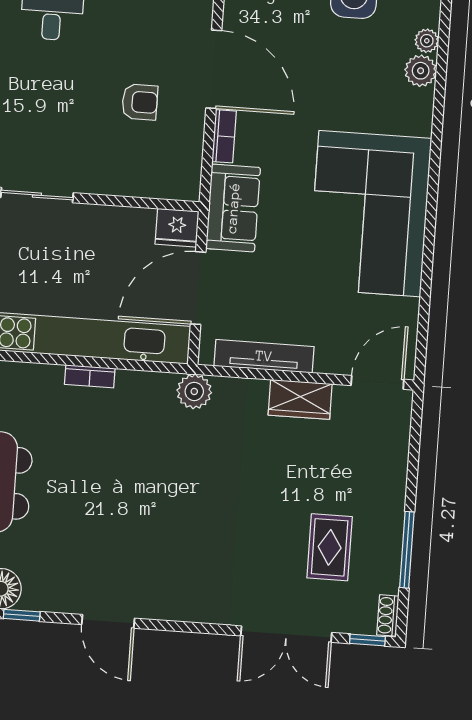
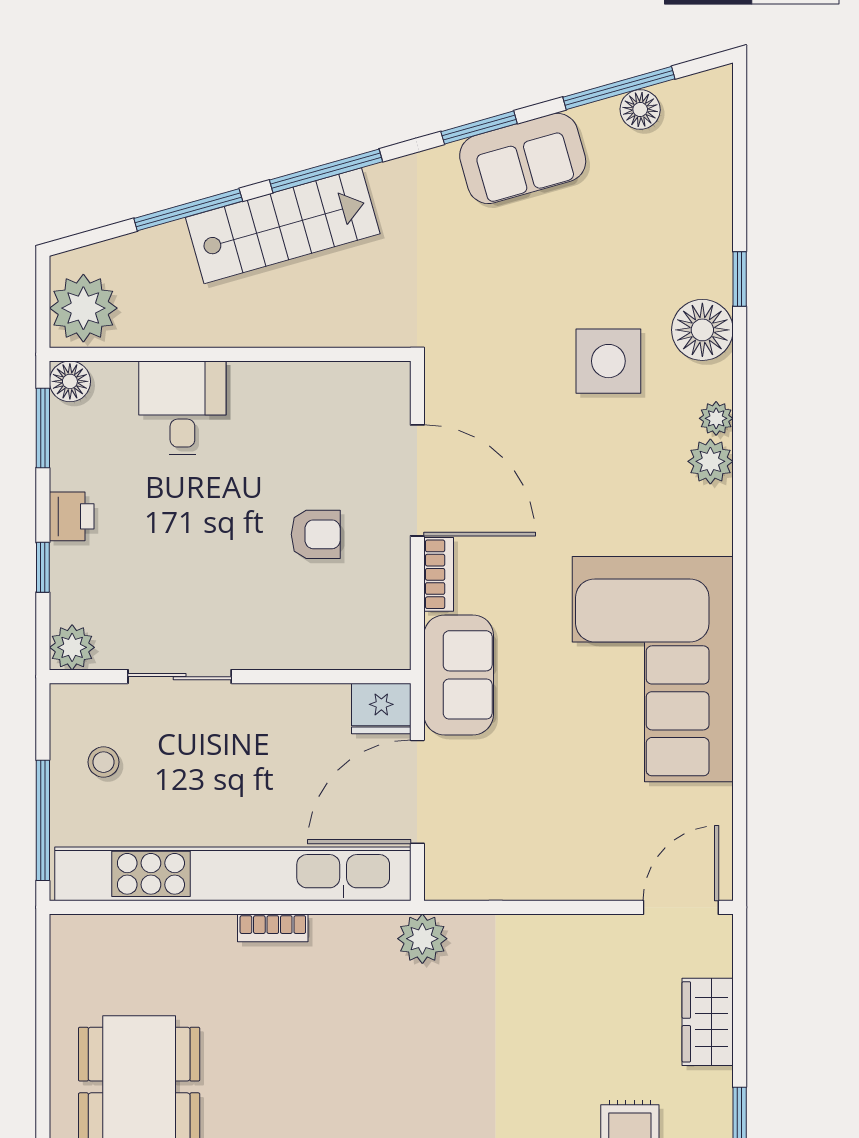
tv unit: (264, 356) -> (518, 882), removed
wardrobe: (300, 399) -> (708, 1022), moved, turned 90

